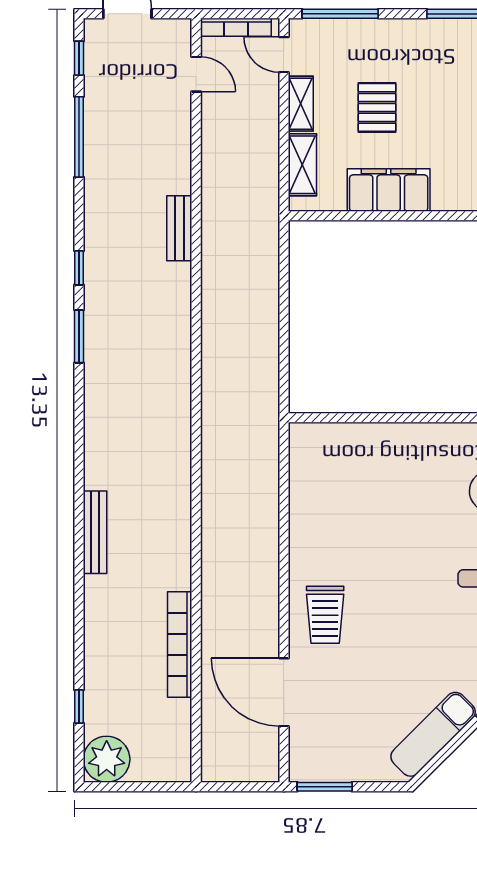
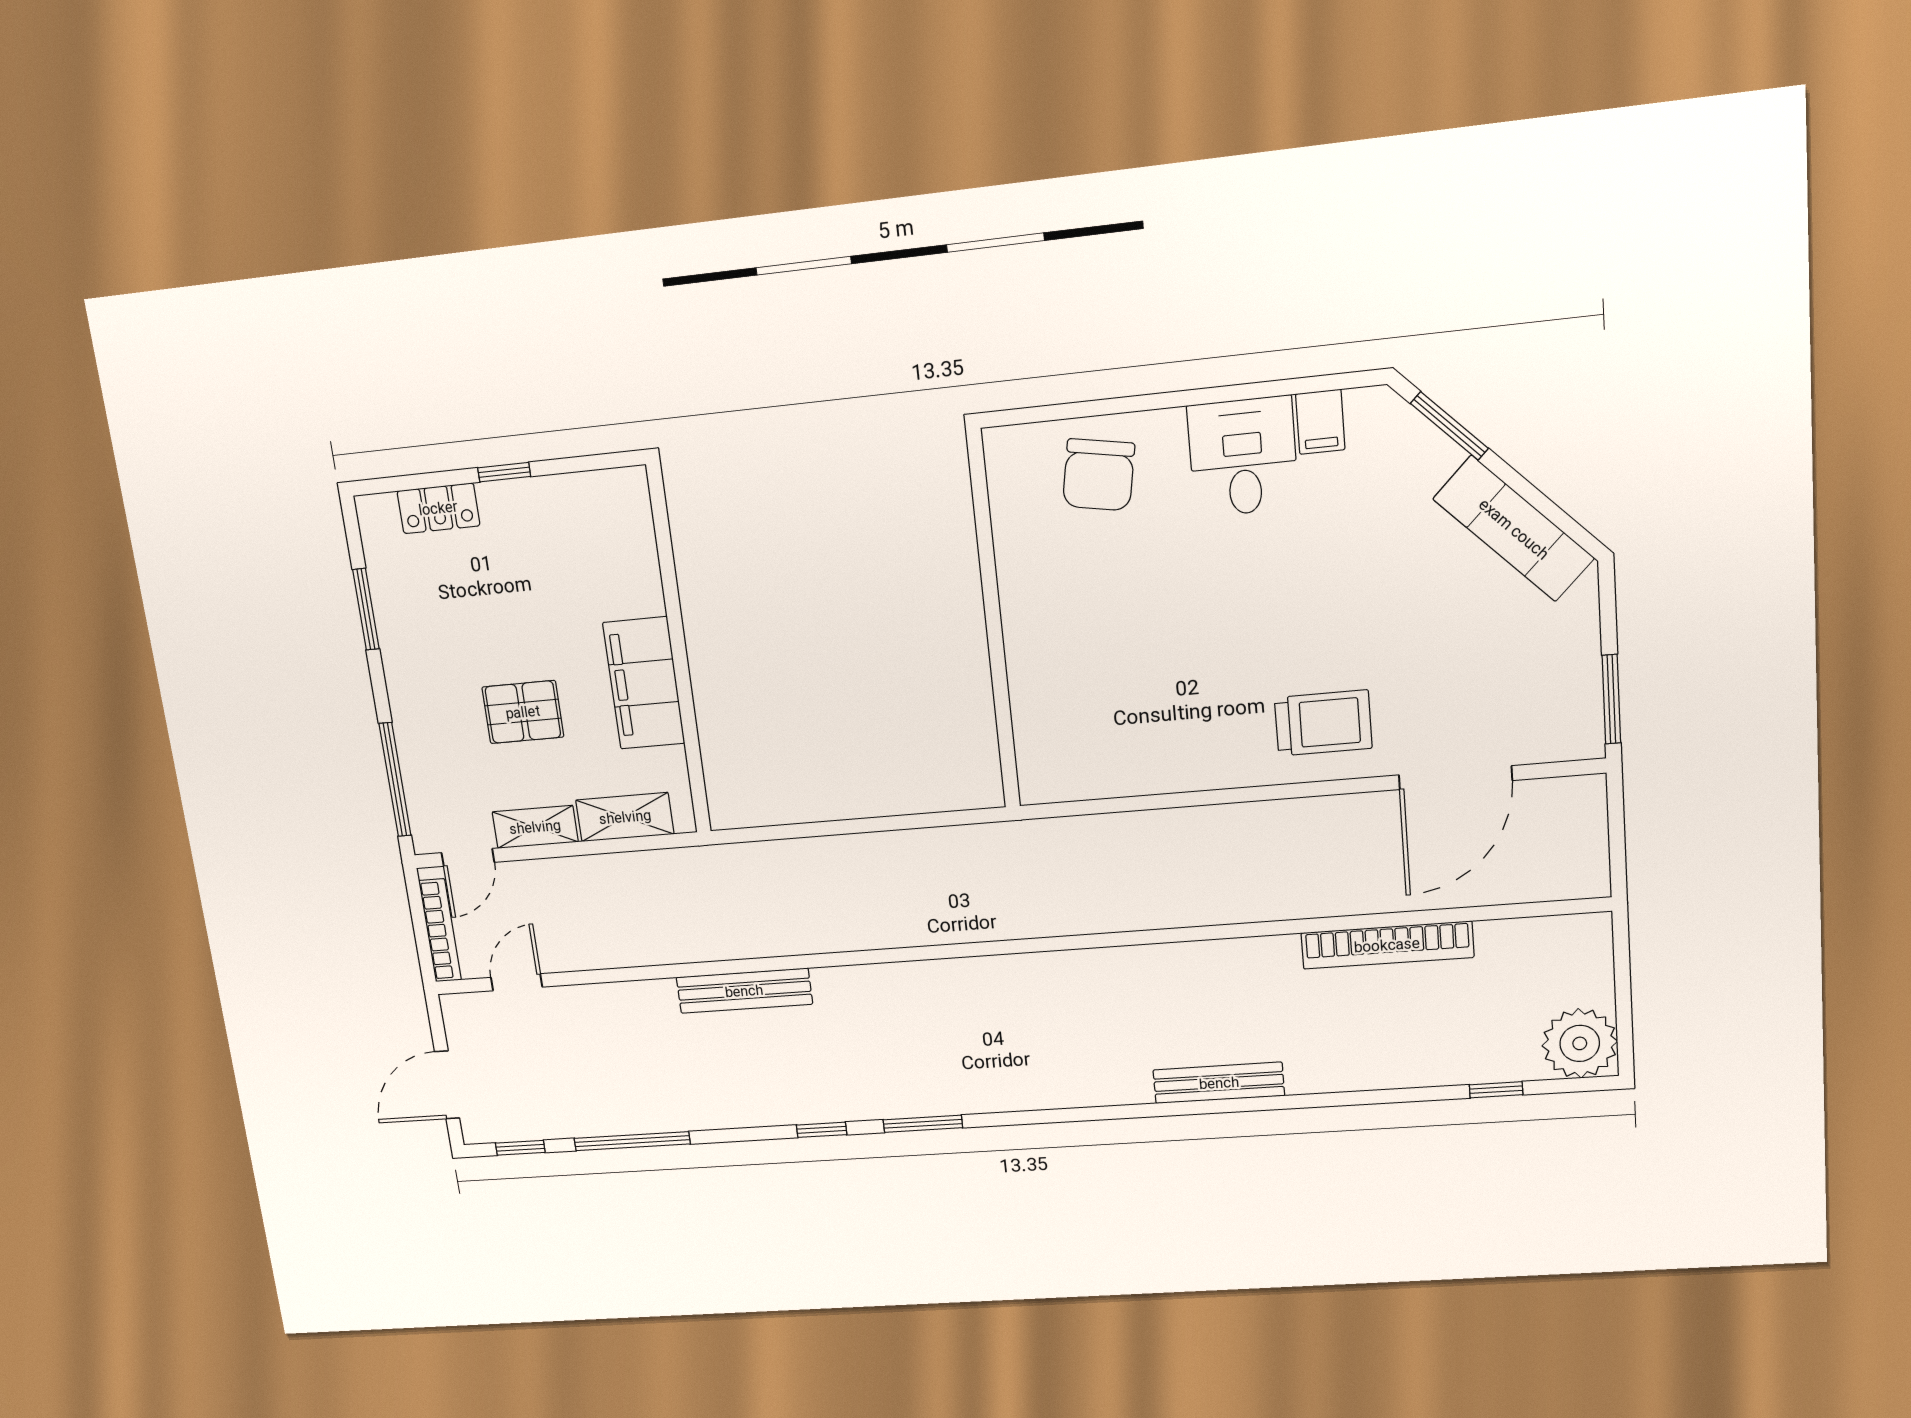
bench: (179, 228) -> (744, 991), width x1.36

